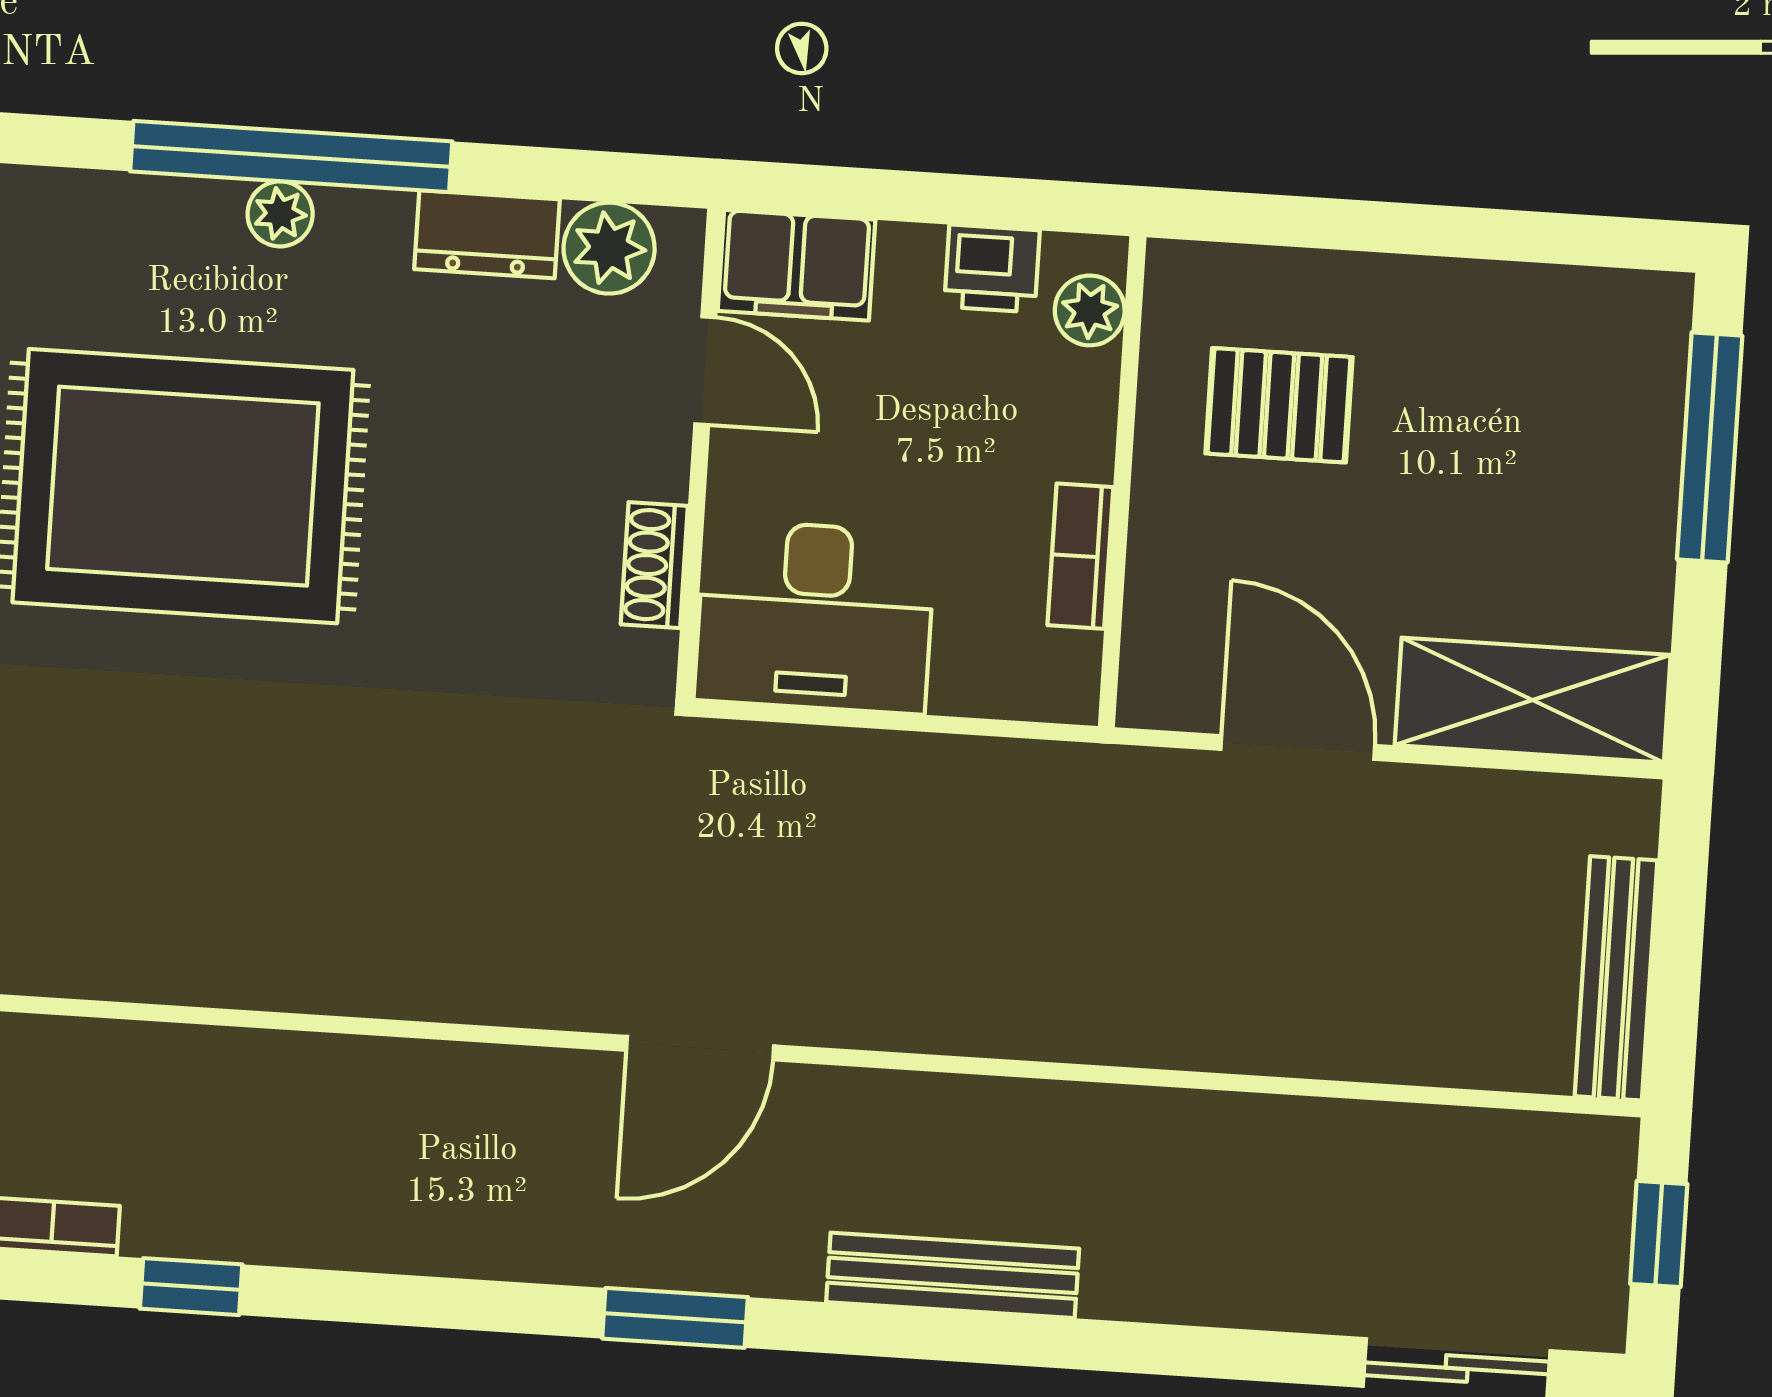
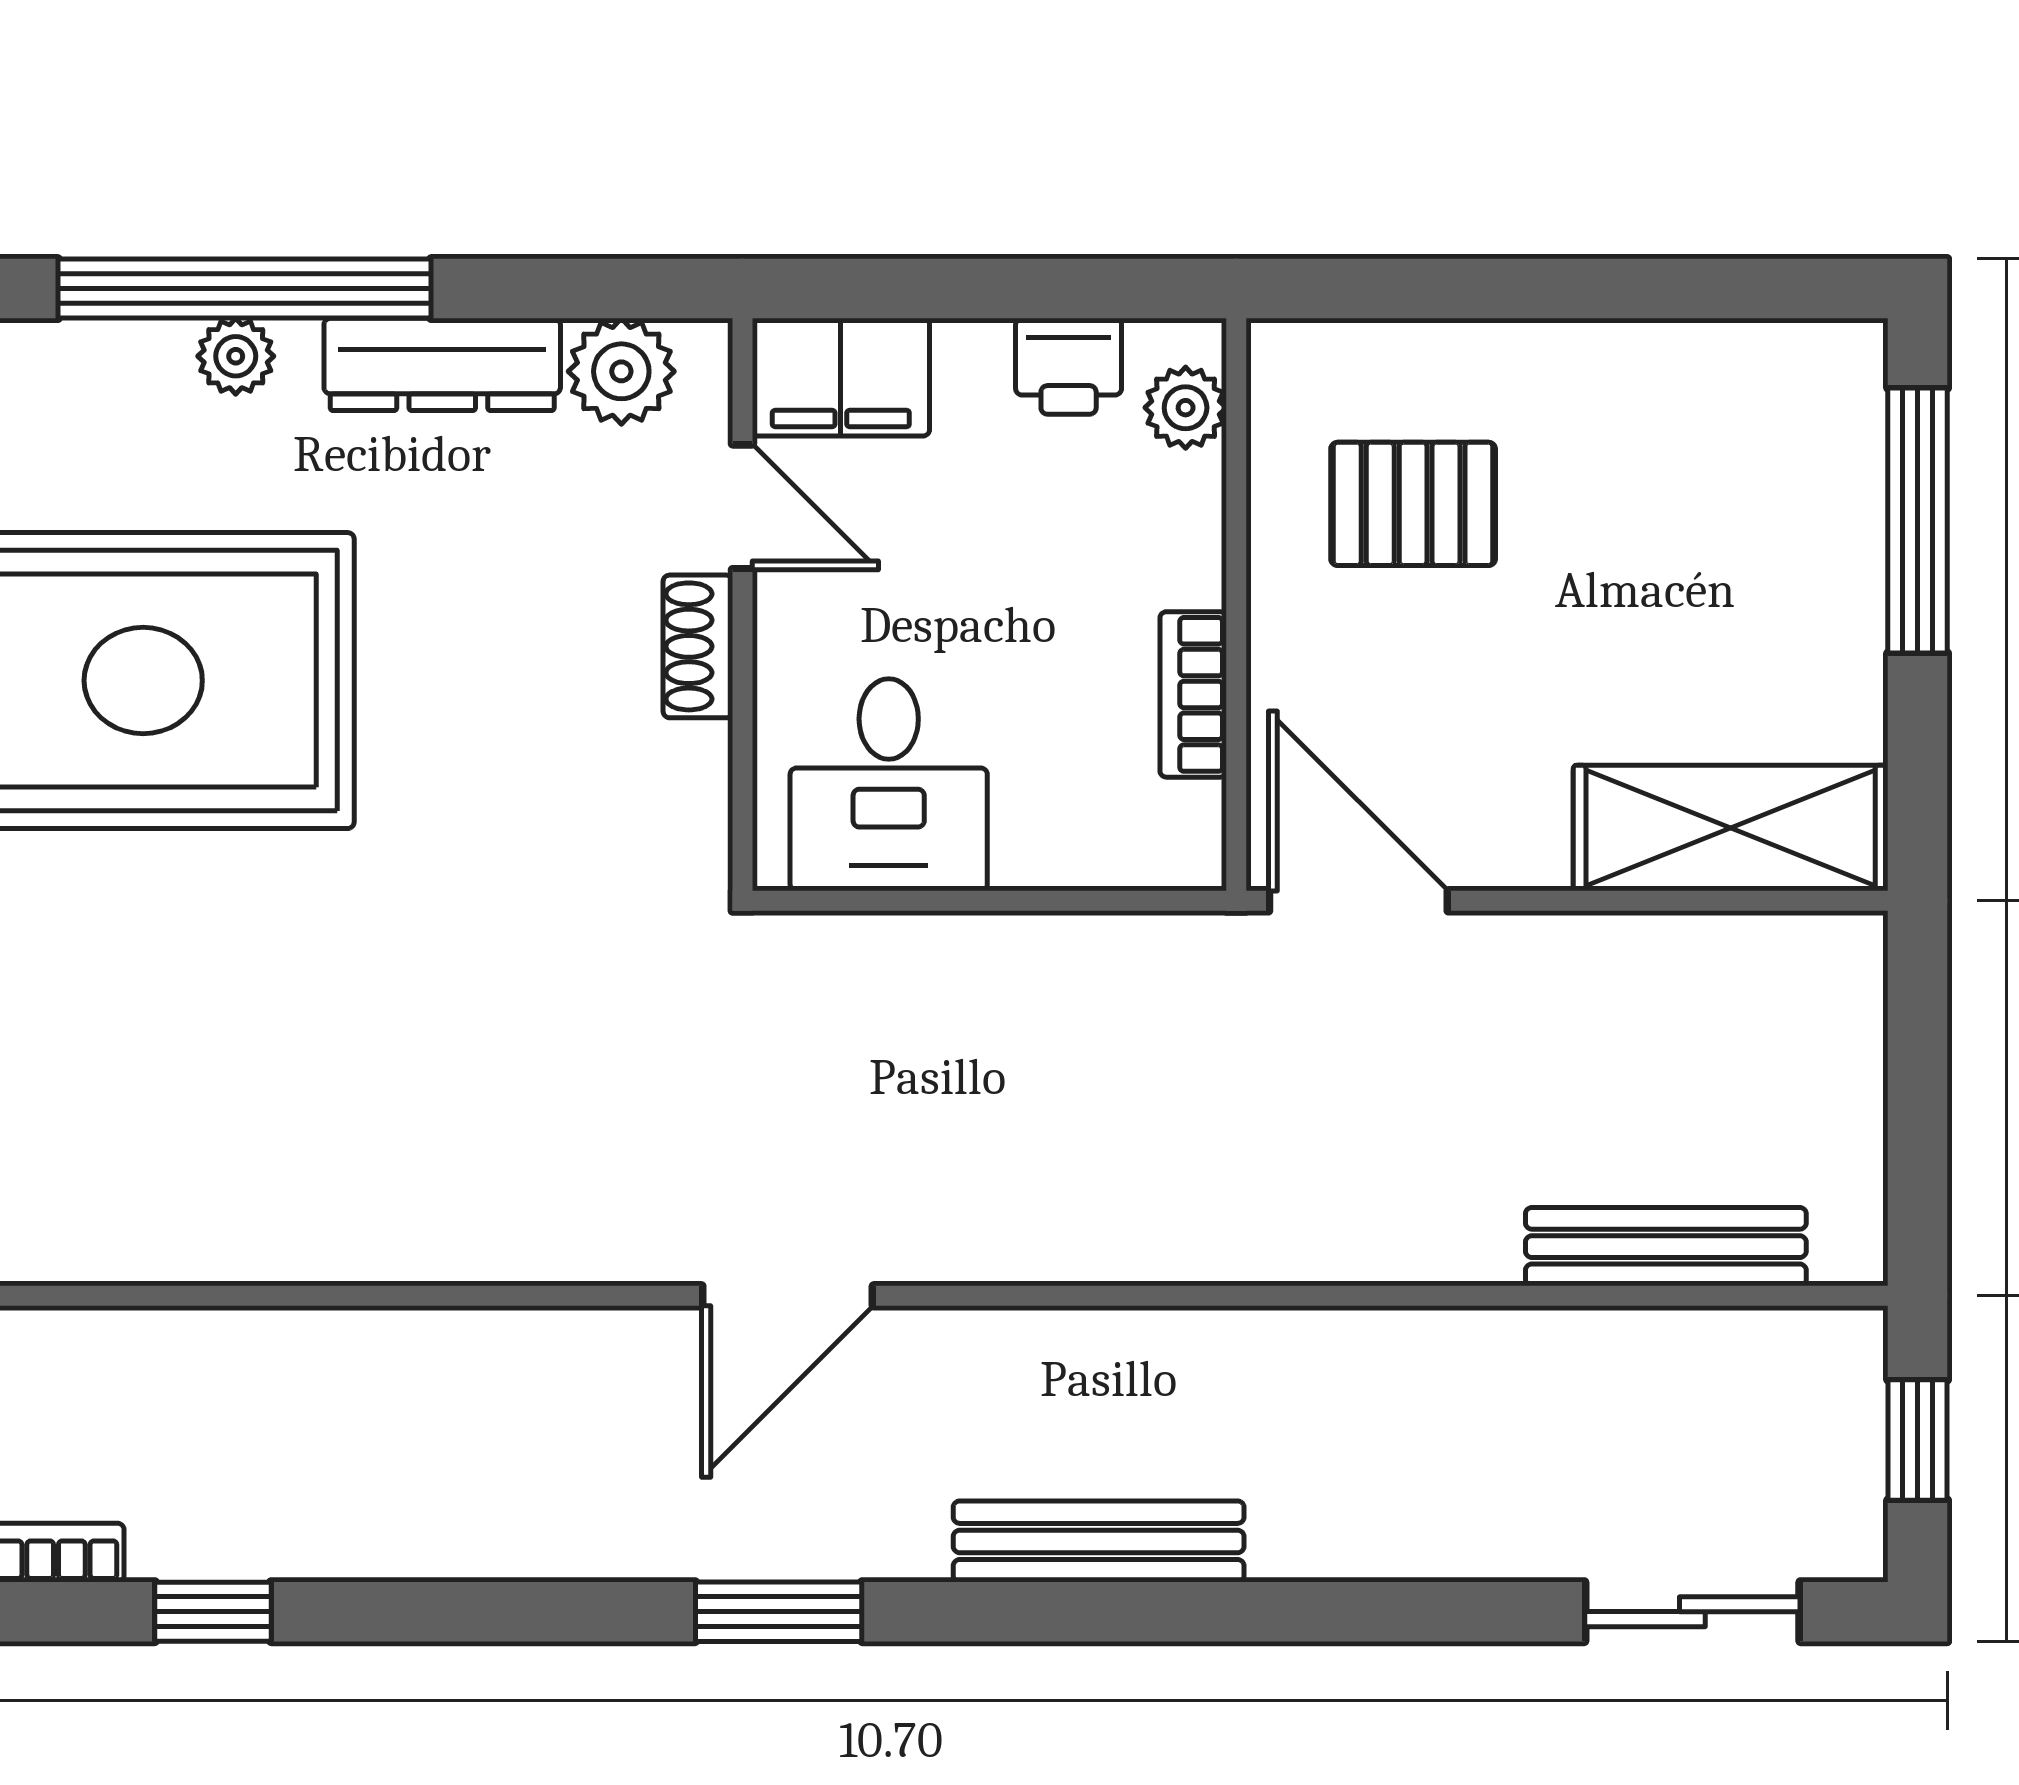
dresser: (487, 234) -> (442, 364), width x1.44
shoe rack: (654, 565) -> (698, 646), moved
desk: (815, 617) -> (889, 785), width x0.73
door: (1298, 747) -> (1358, 901), moved
bench: (1616, 978) -> (1666, 1247), moved, turned 90

